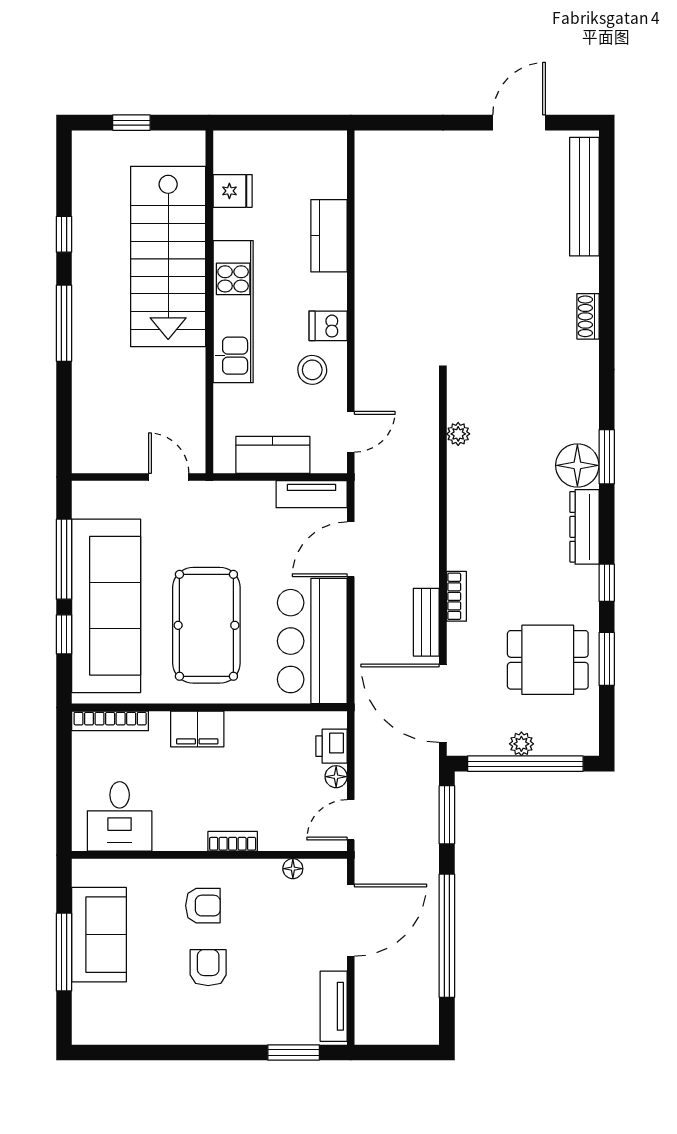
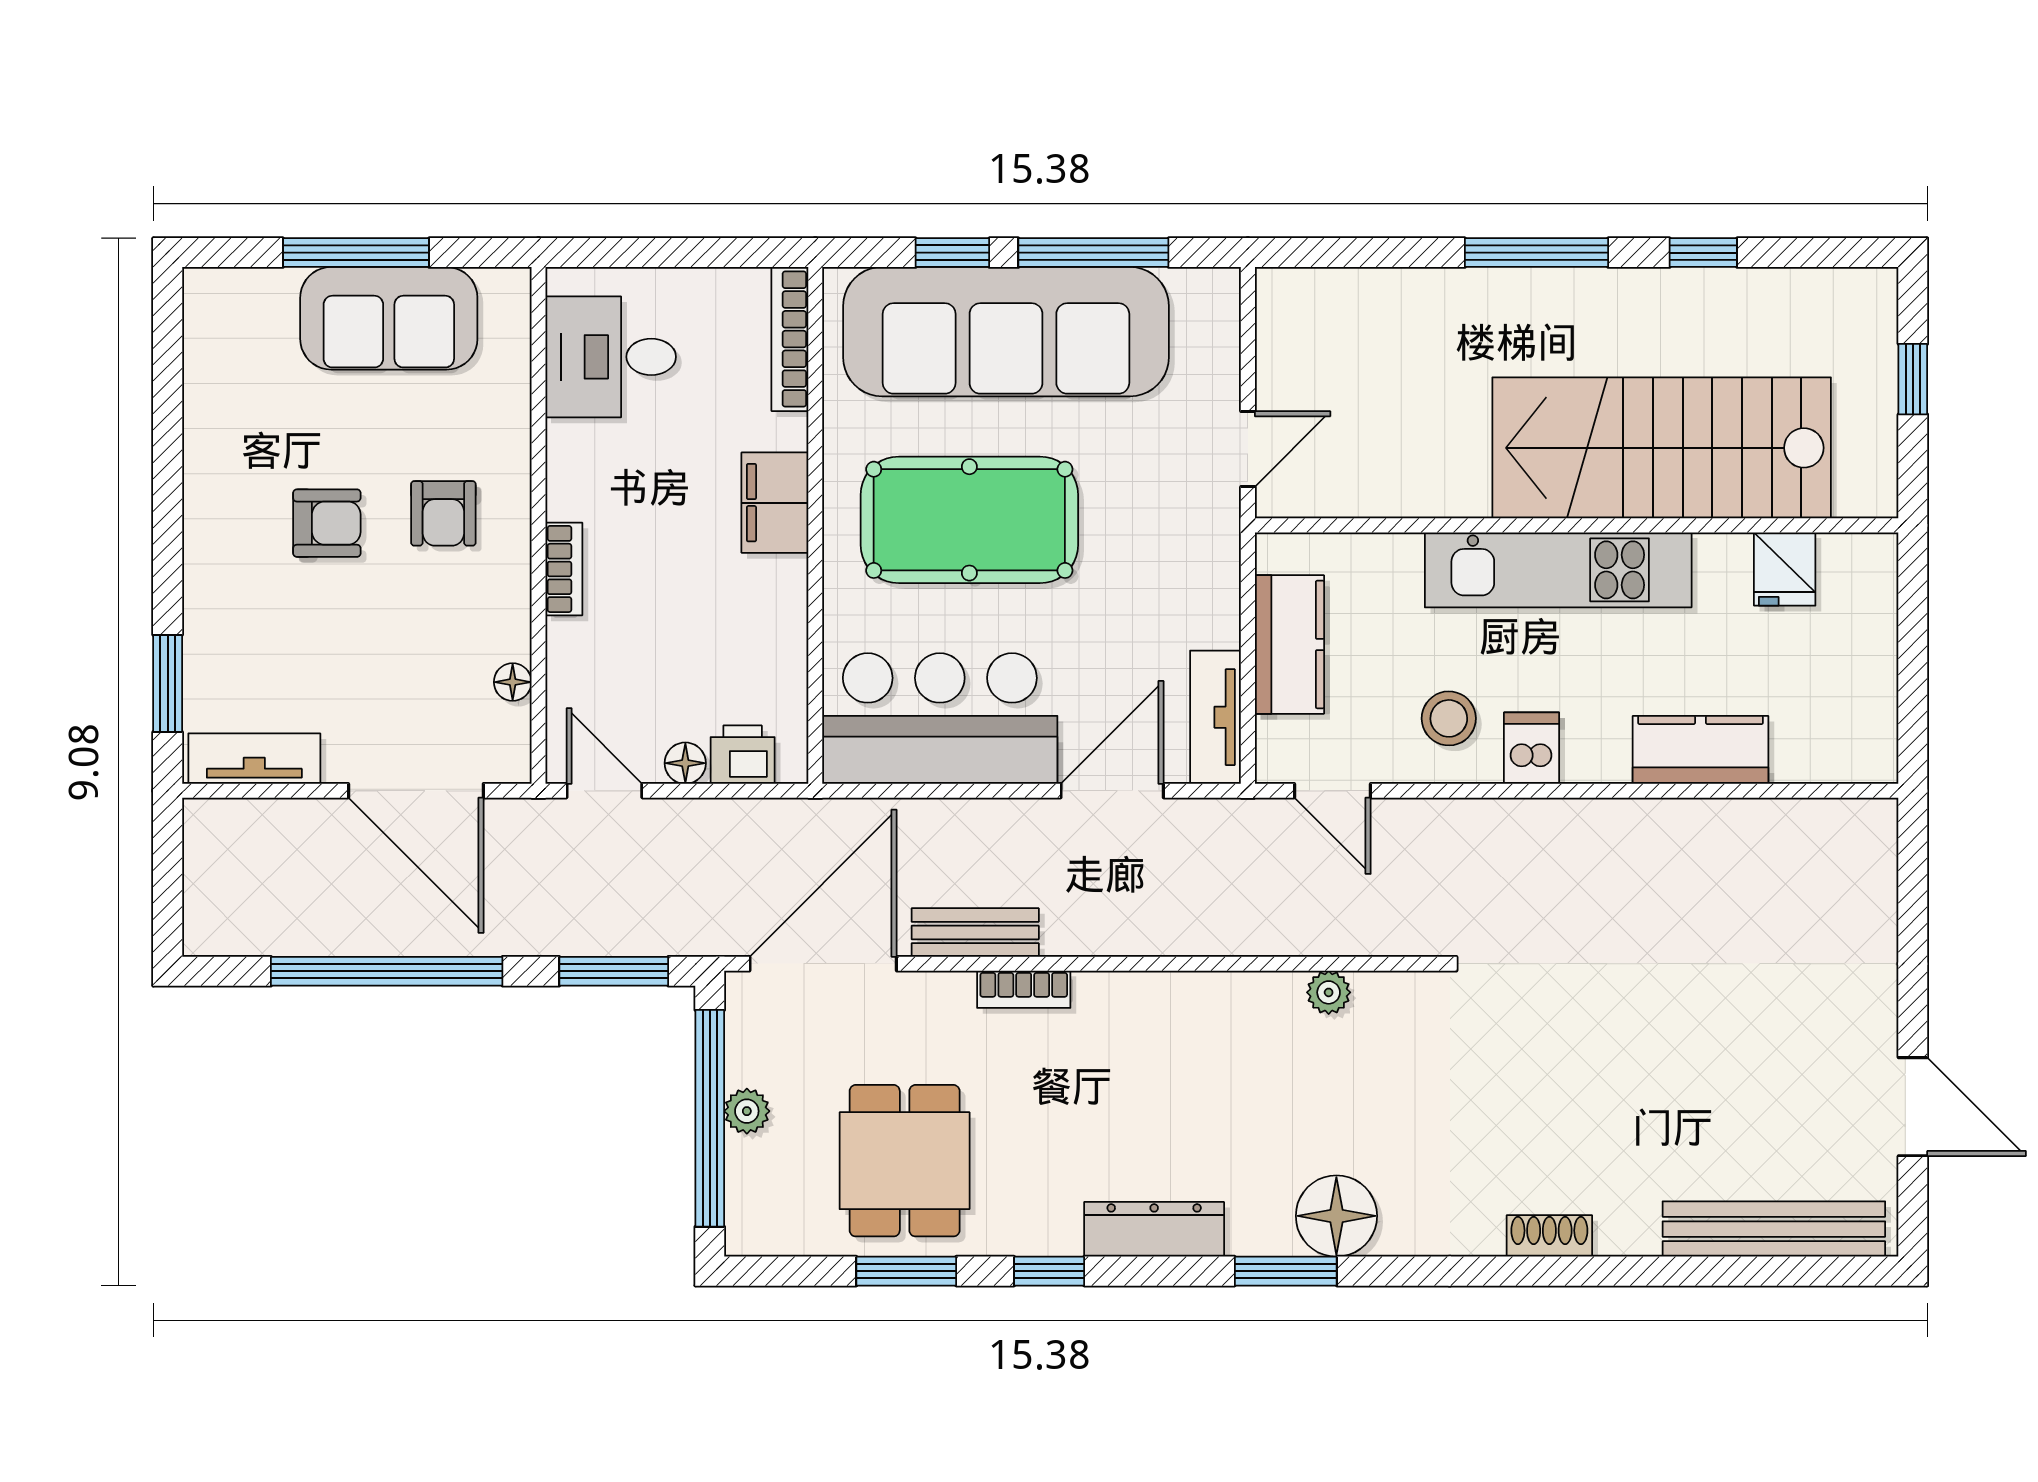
floor lamp: (577, 465) -> (1336, 1216), moved
door: (351, 549) -> (1112, 791), hinge flipped

